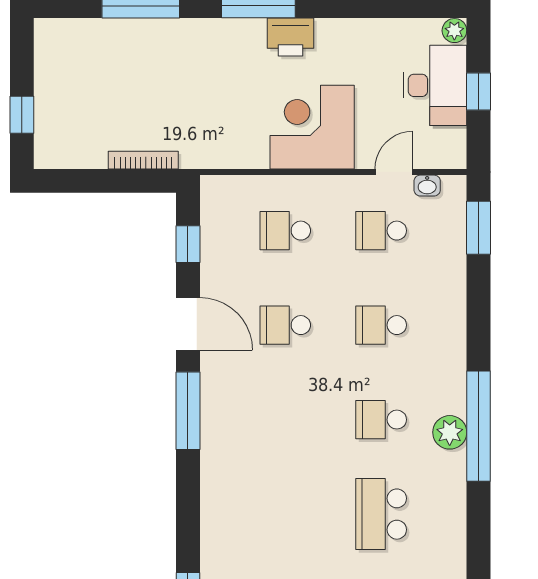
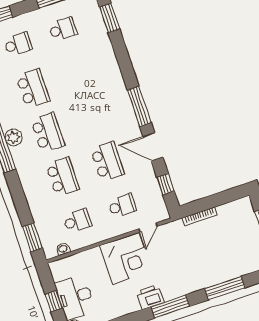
door: (394, 172) -> (148, 228), moved
school desk: (285, 325) -> (107, 162), width x1.85
school desk: (381, 325) -> (62, 177), width x1.85
school desk: (381, 420) -> (48, 133), width x1.85

